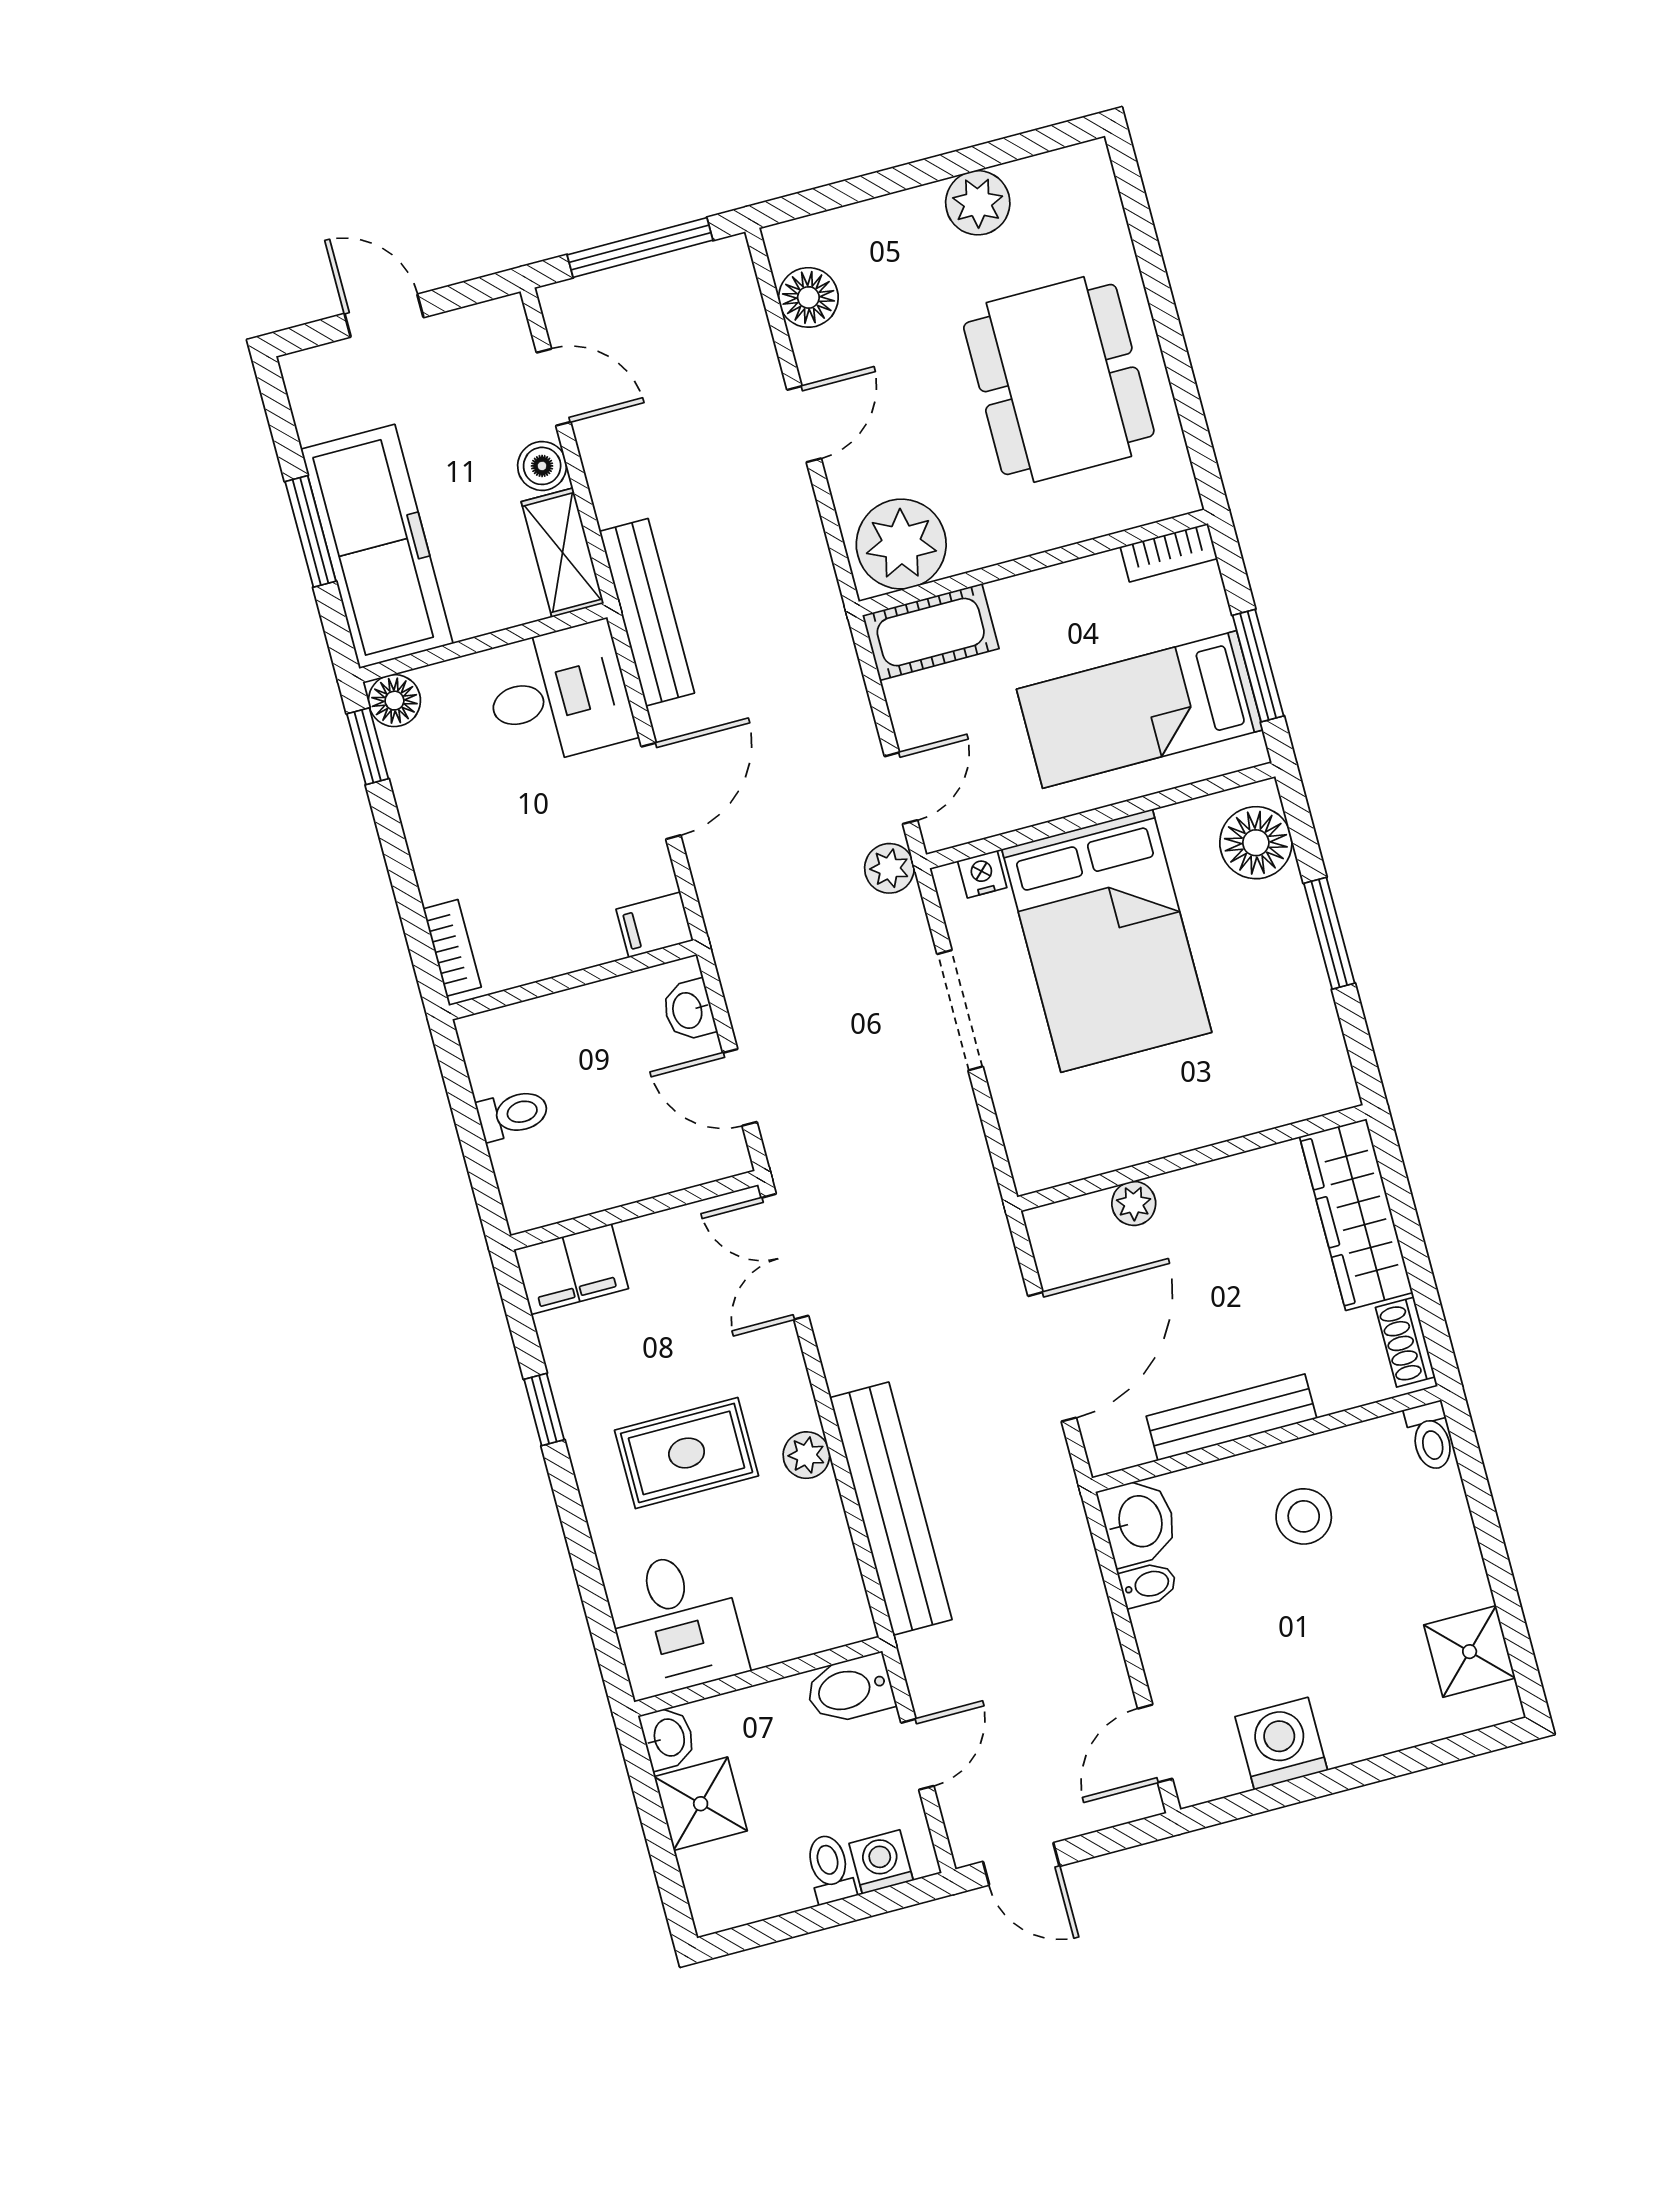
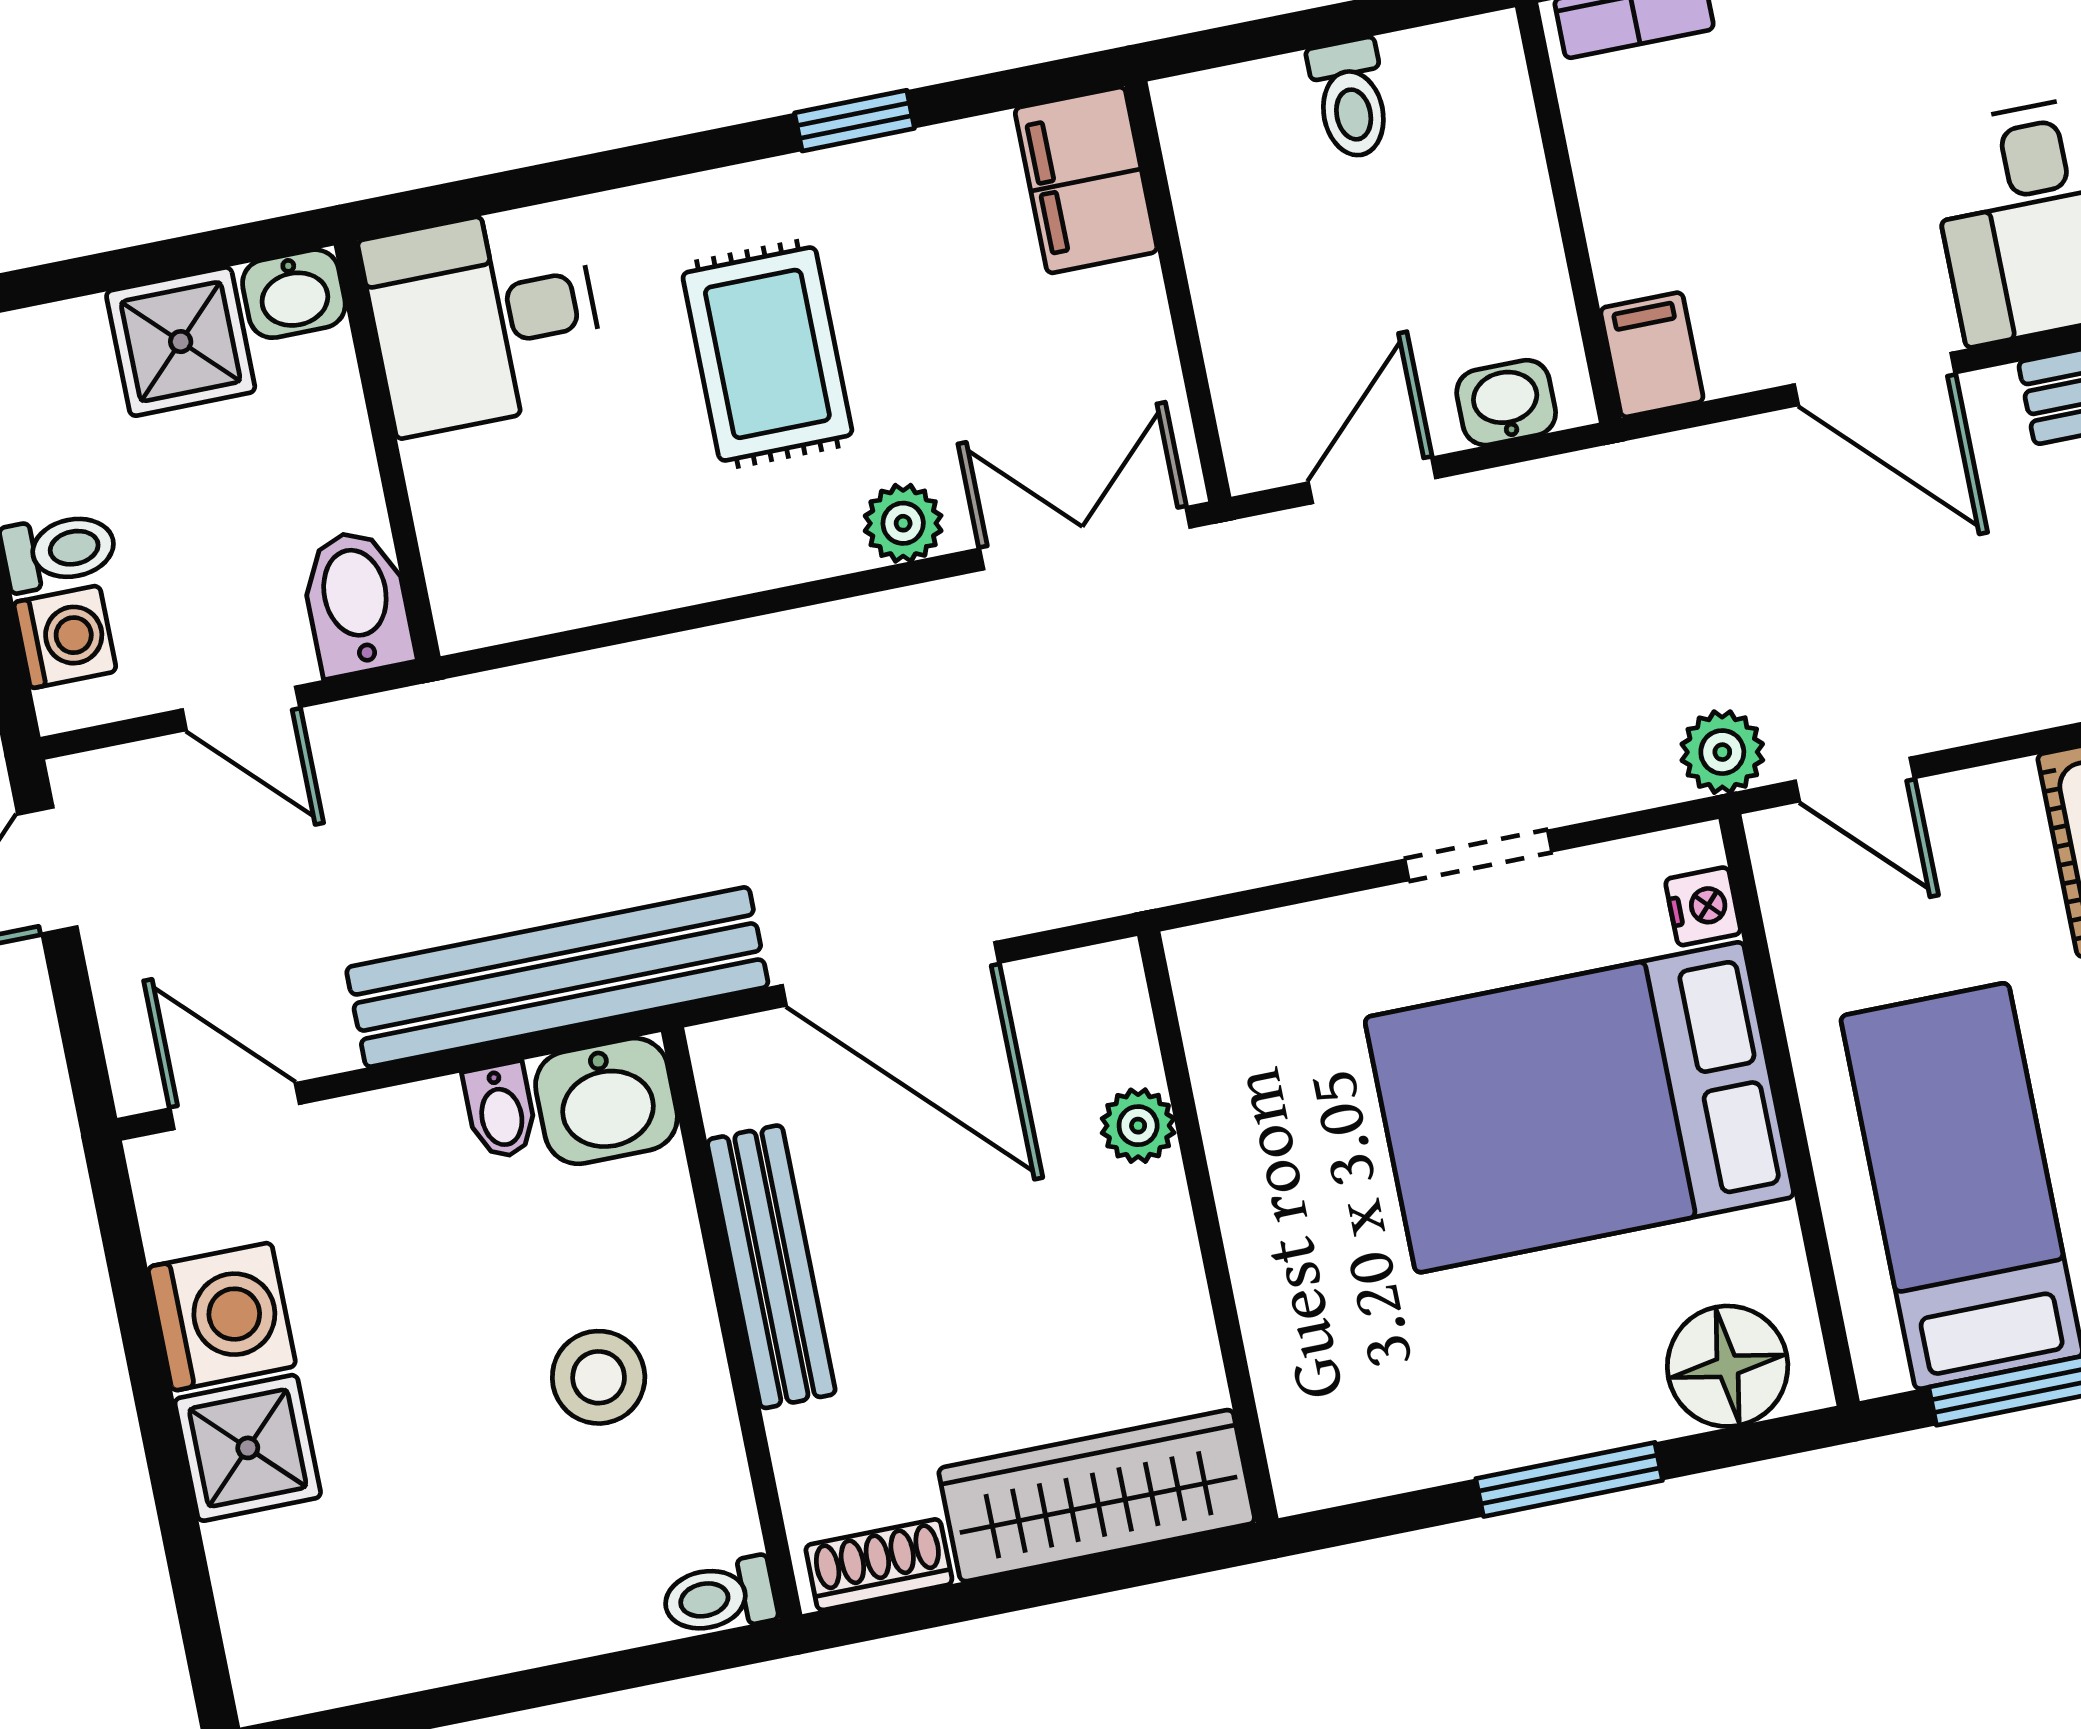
doorway: (960, 1010) -> (1478, 855), width x0.73
plant: (806, 1455) -> (903, 523), moved
bench: (891, 1509) -> (557, 977), moved
shower: (1470, 1652) -> (248, 1448), moved

